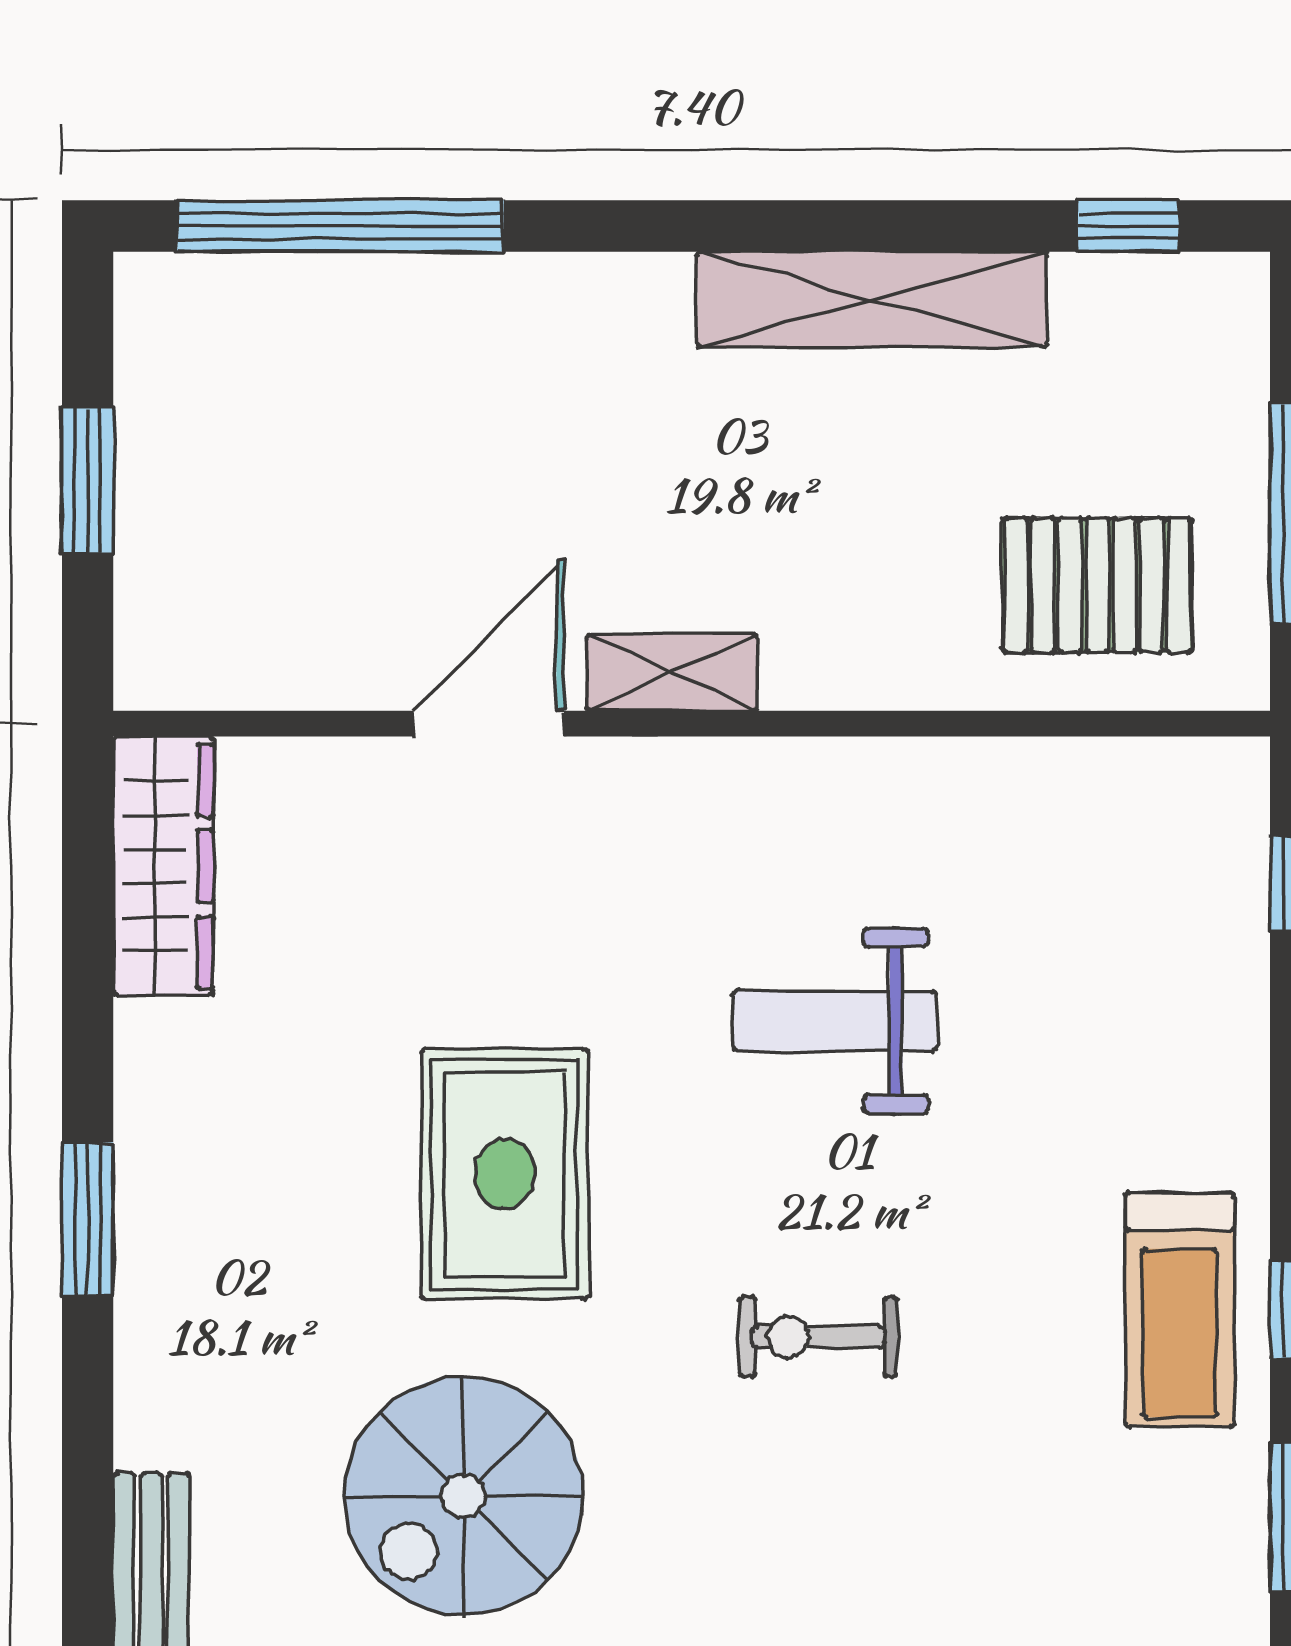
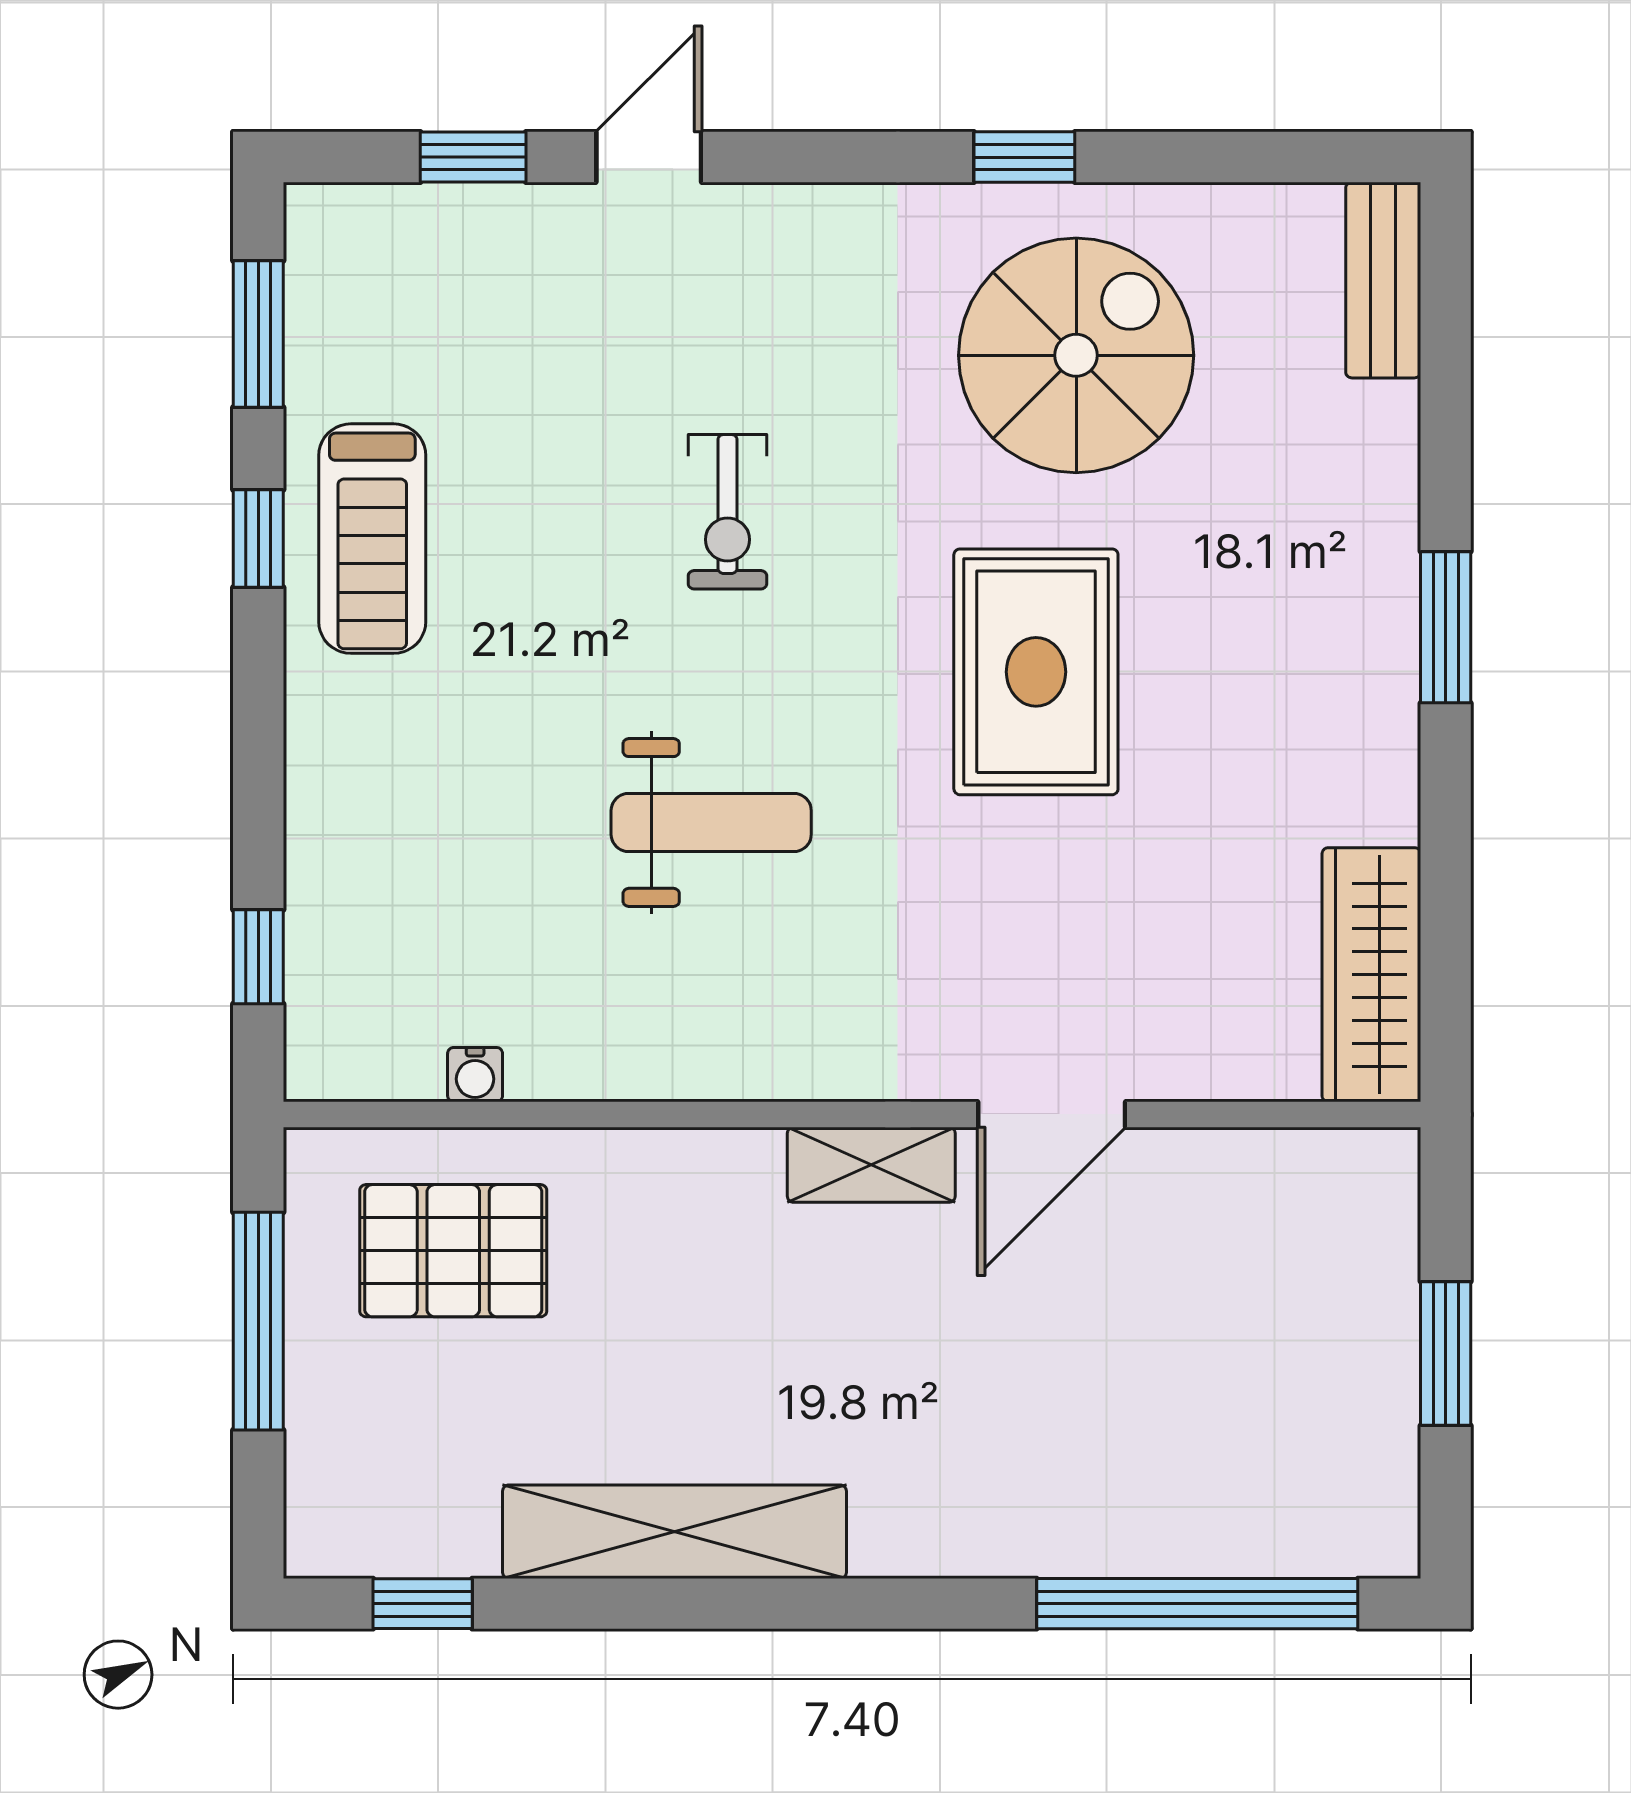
water cooler: (1075, 764) -> (475, 1075), added
treadmill: (1180, 1310) -> (372, 539), turned 180
exercise bike: (818, 1337) -> (727, 512), turned 90

